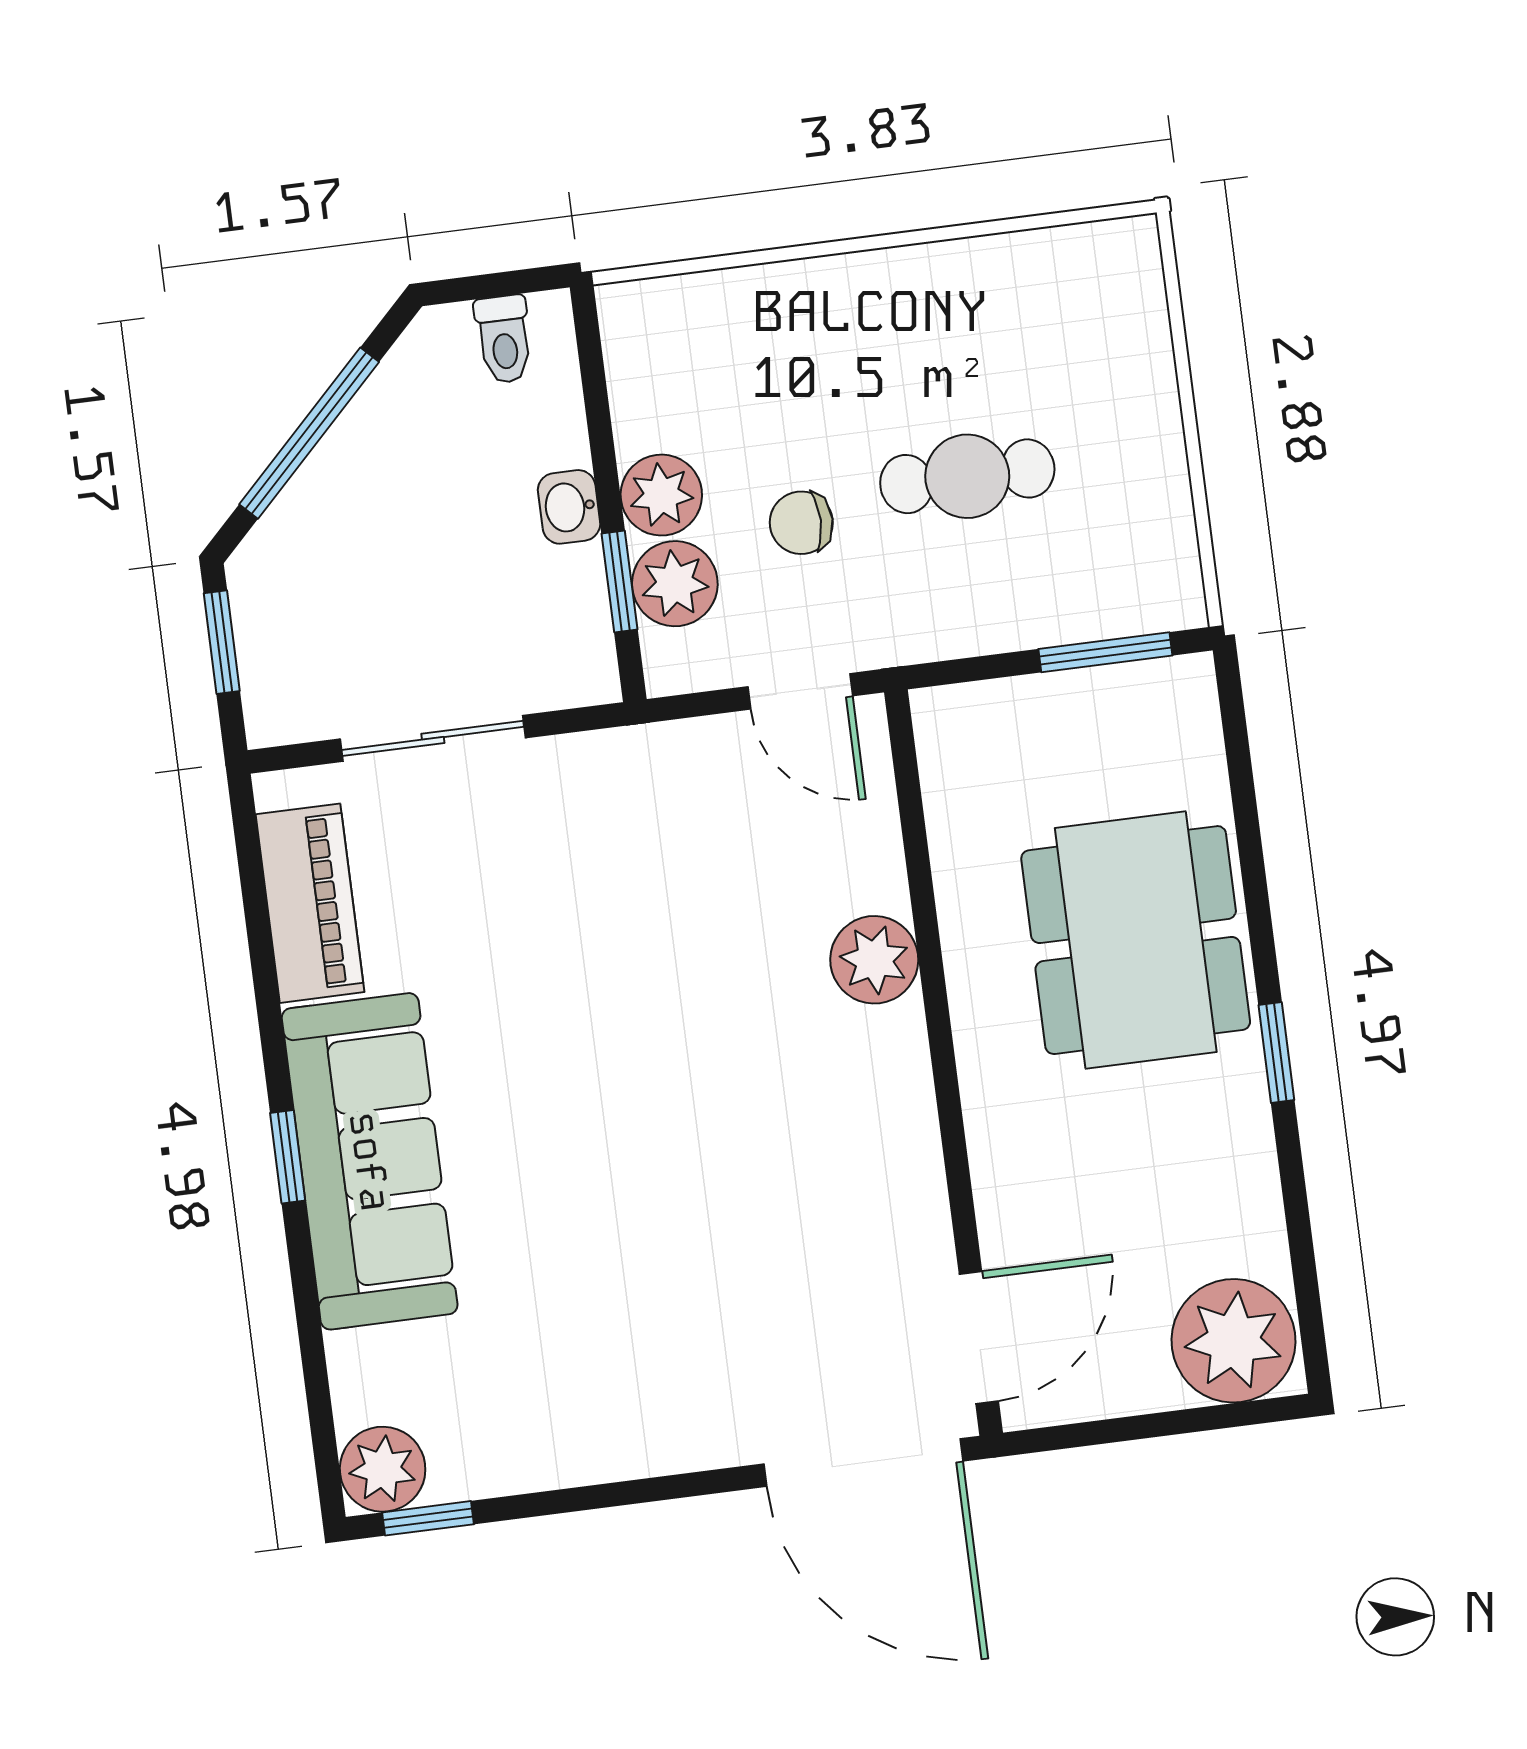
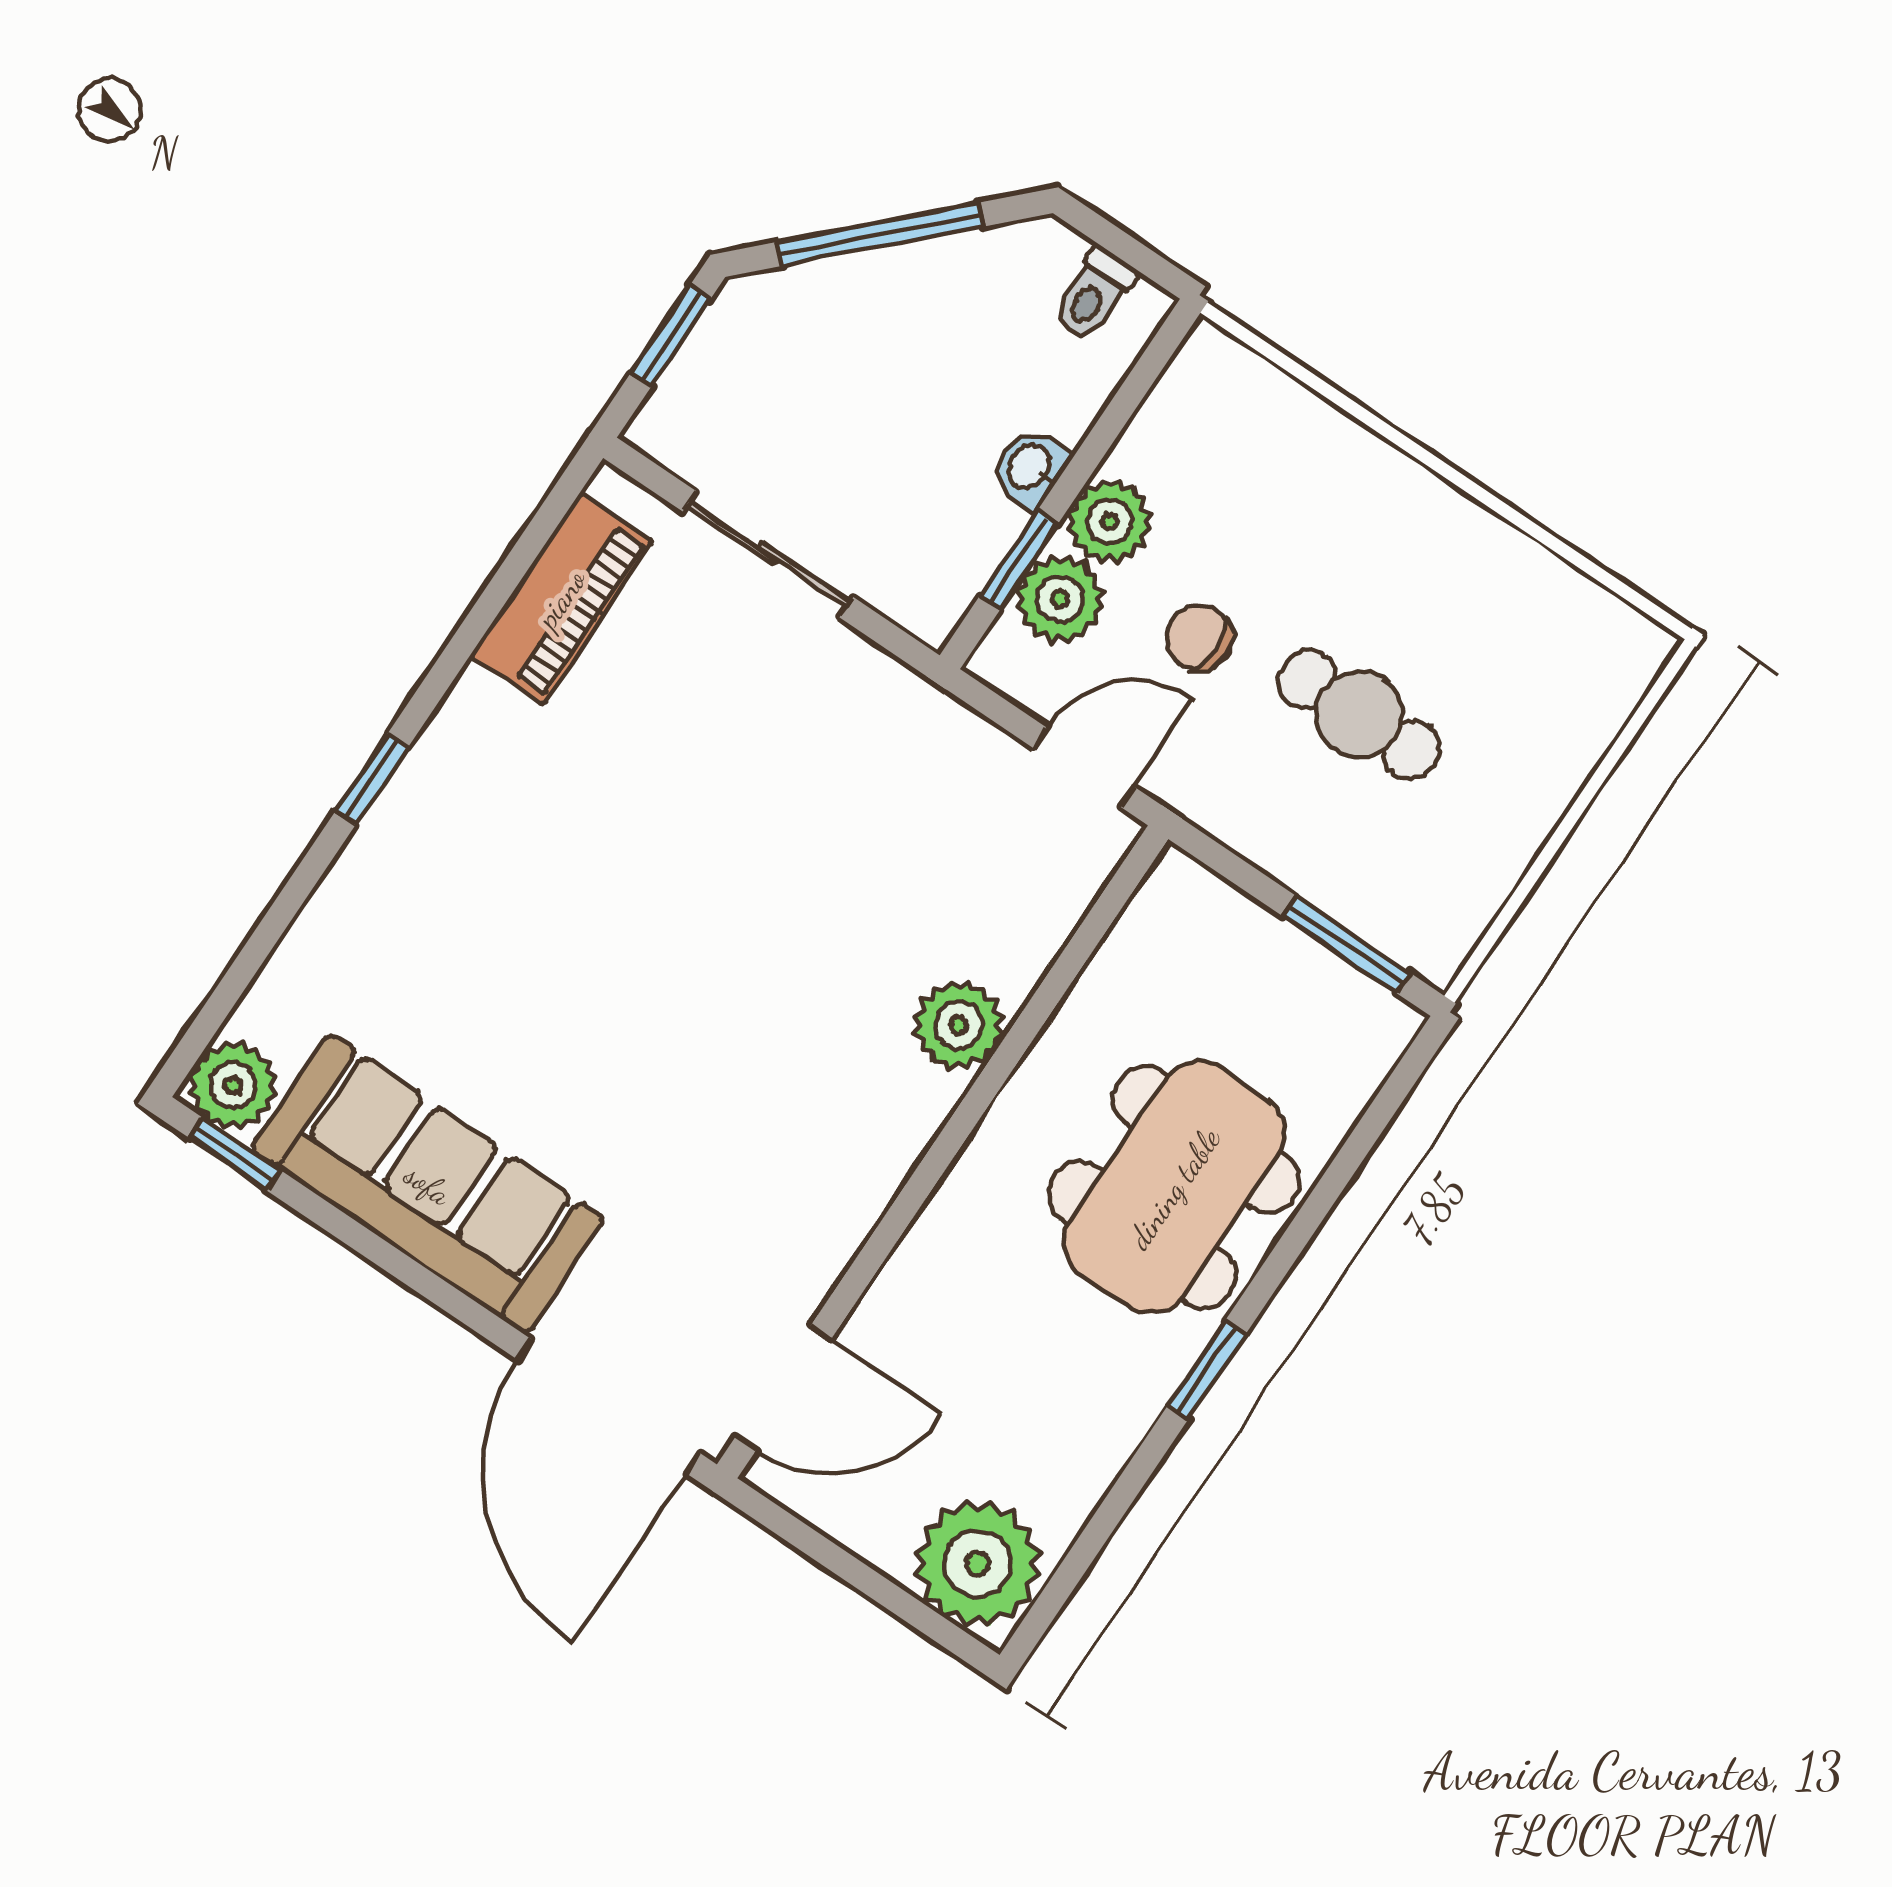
door: (800, 691) -> (1084, 767), swing flipped
sofa: (370, 1161) -> (428, 1184), moved, turned -90

